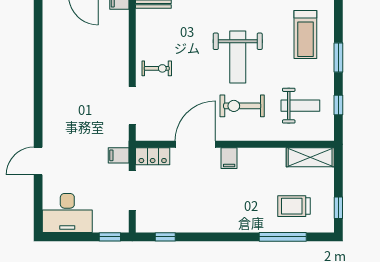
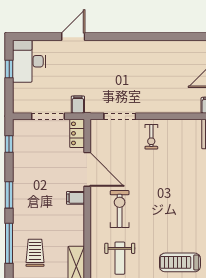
weight bench: (238, 57) -> (161, 205), removed
door: (38, 161) -> (73, 37), hinge flipped
window: (110, 237) -> (9, 69), moved
window: (225, 237) -> (9, 195), added

